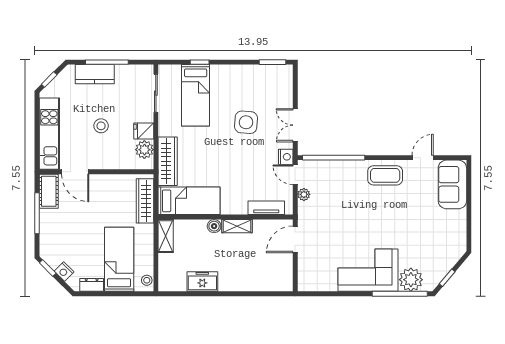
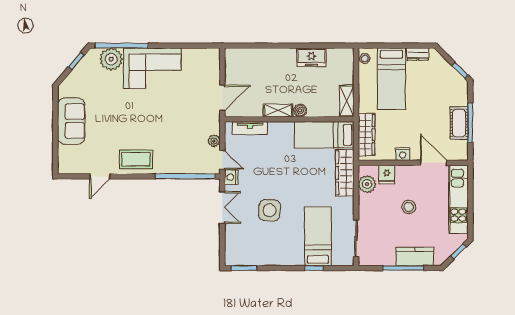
fridge: (144, 131) -> (387, 174), moved, turned 90
sofa: (452, 184) -> (71, 121), moved
cot: (49, 191) -> (459, 123), moved
nightstand: (64, 272) -> (403, 154), moved, turned 135

